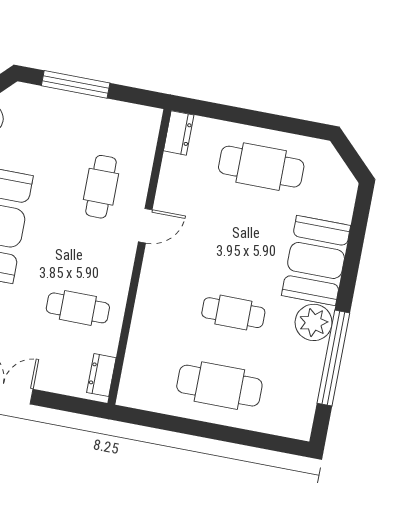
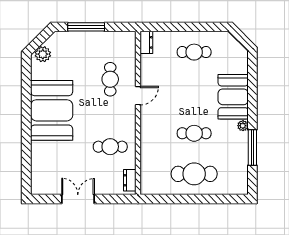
cafe table: (261, 167) -> (194, 52), width x0.73, depth x0.74
plant: (314, 322) -> (243, 126), width x0.53, depth x0.53
window: (333, 358) -> (252, 147), width x0.68

